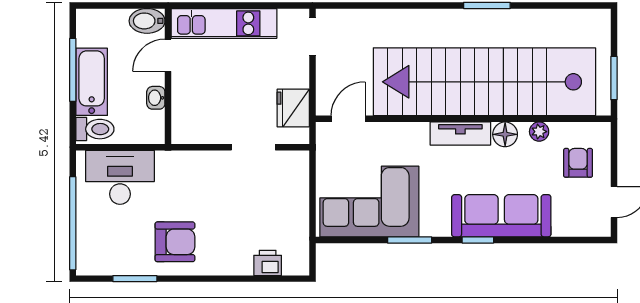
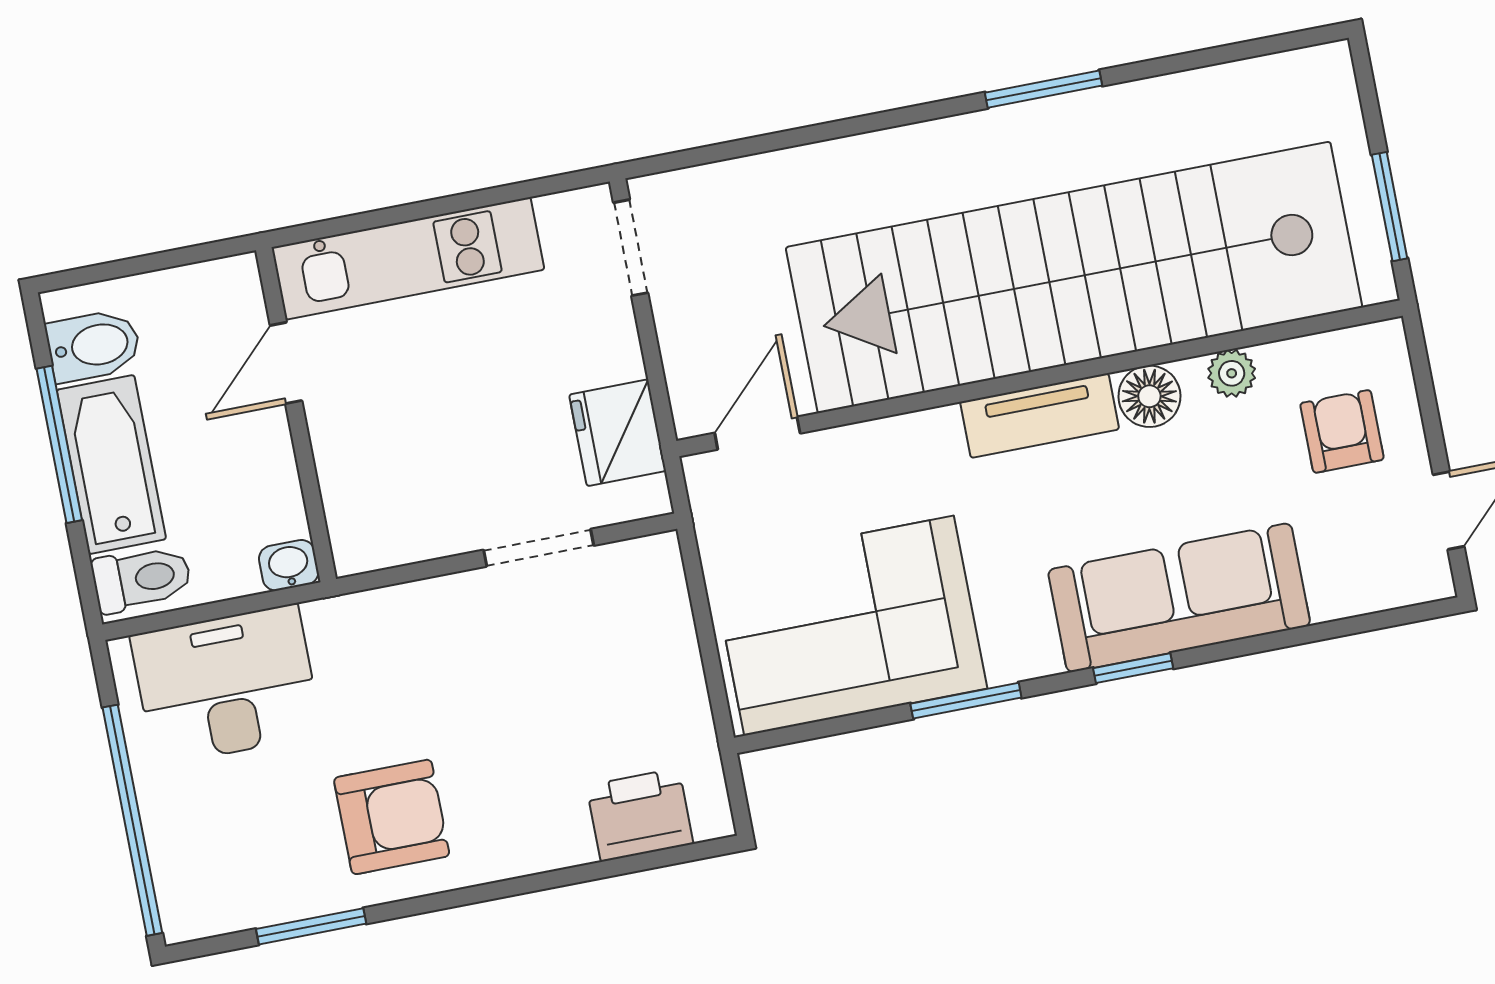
bidet: (147, 21) -> (94, 346), moved, turned 180
washbasin: (156, 98) -> (289, 565), moved, turned 90
printer: (268, 263) -> (640, 815), width x1.36, depth x1.24

